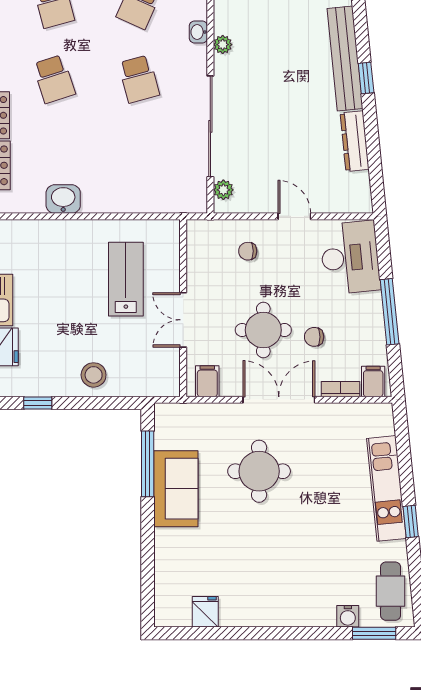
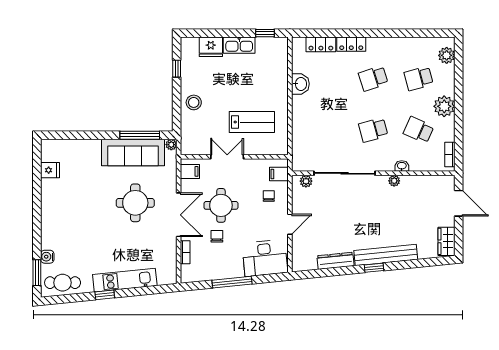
filing cabinet: (373, 381) -> (279, 174), moved, turned 180
plant: (163, 412) -> (171, 145), added
sofa: (176, 489) -> (133, 152), width x1.36

